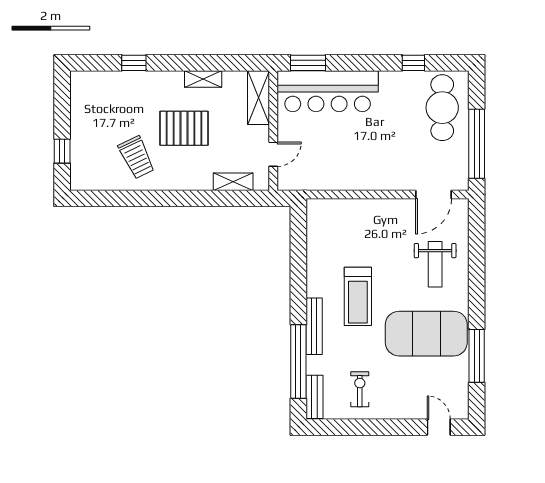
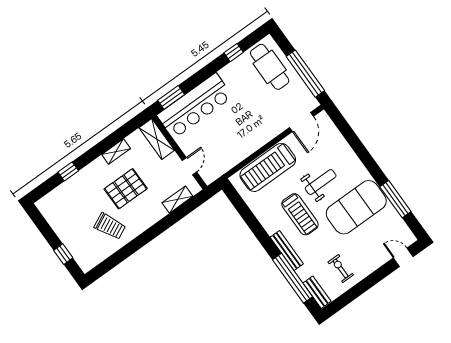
treadmill: (360, 218) -> (268, 167), added
weight bench: (435, 264) -> (321, 182), moved, turned -90

